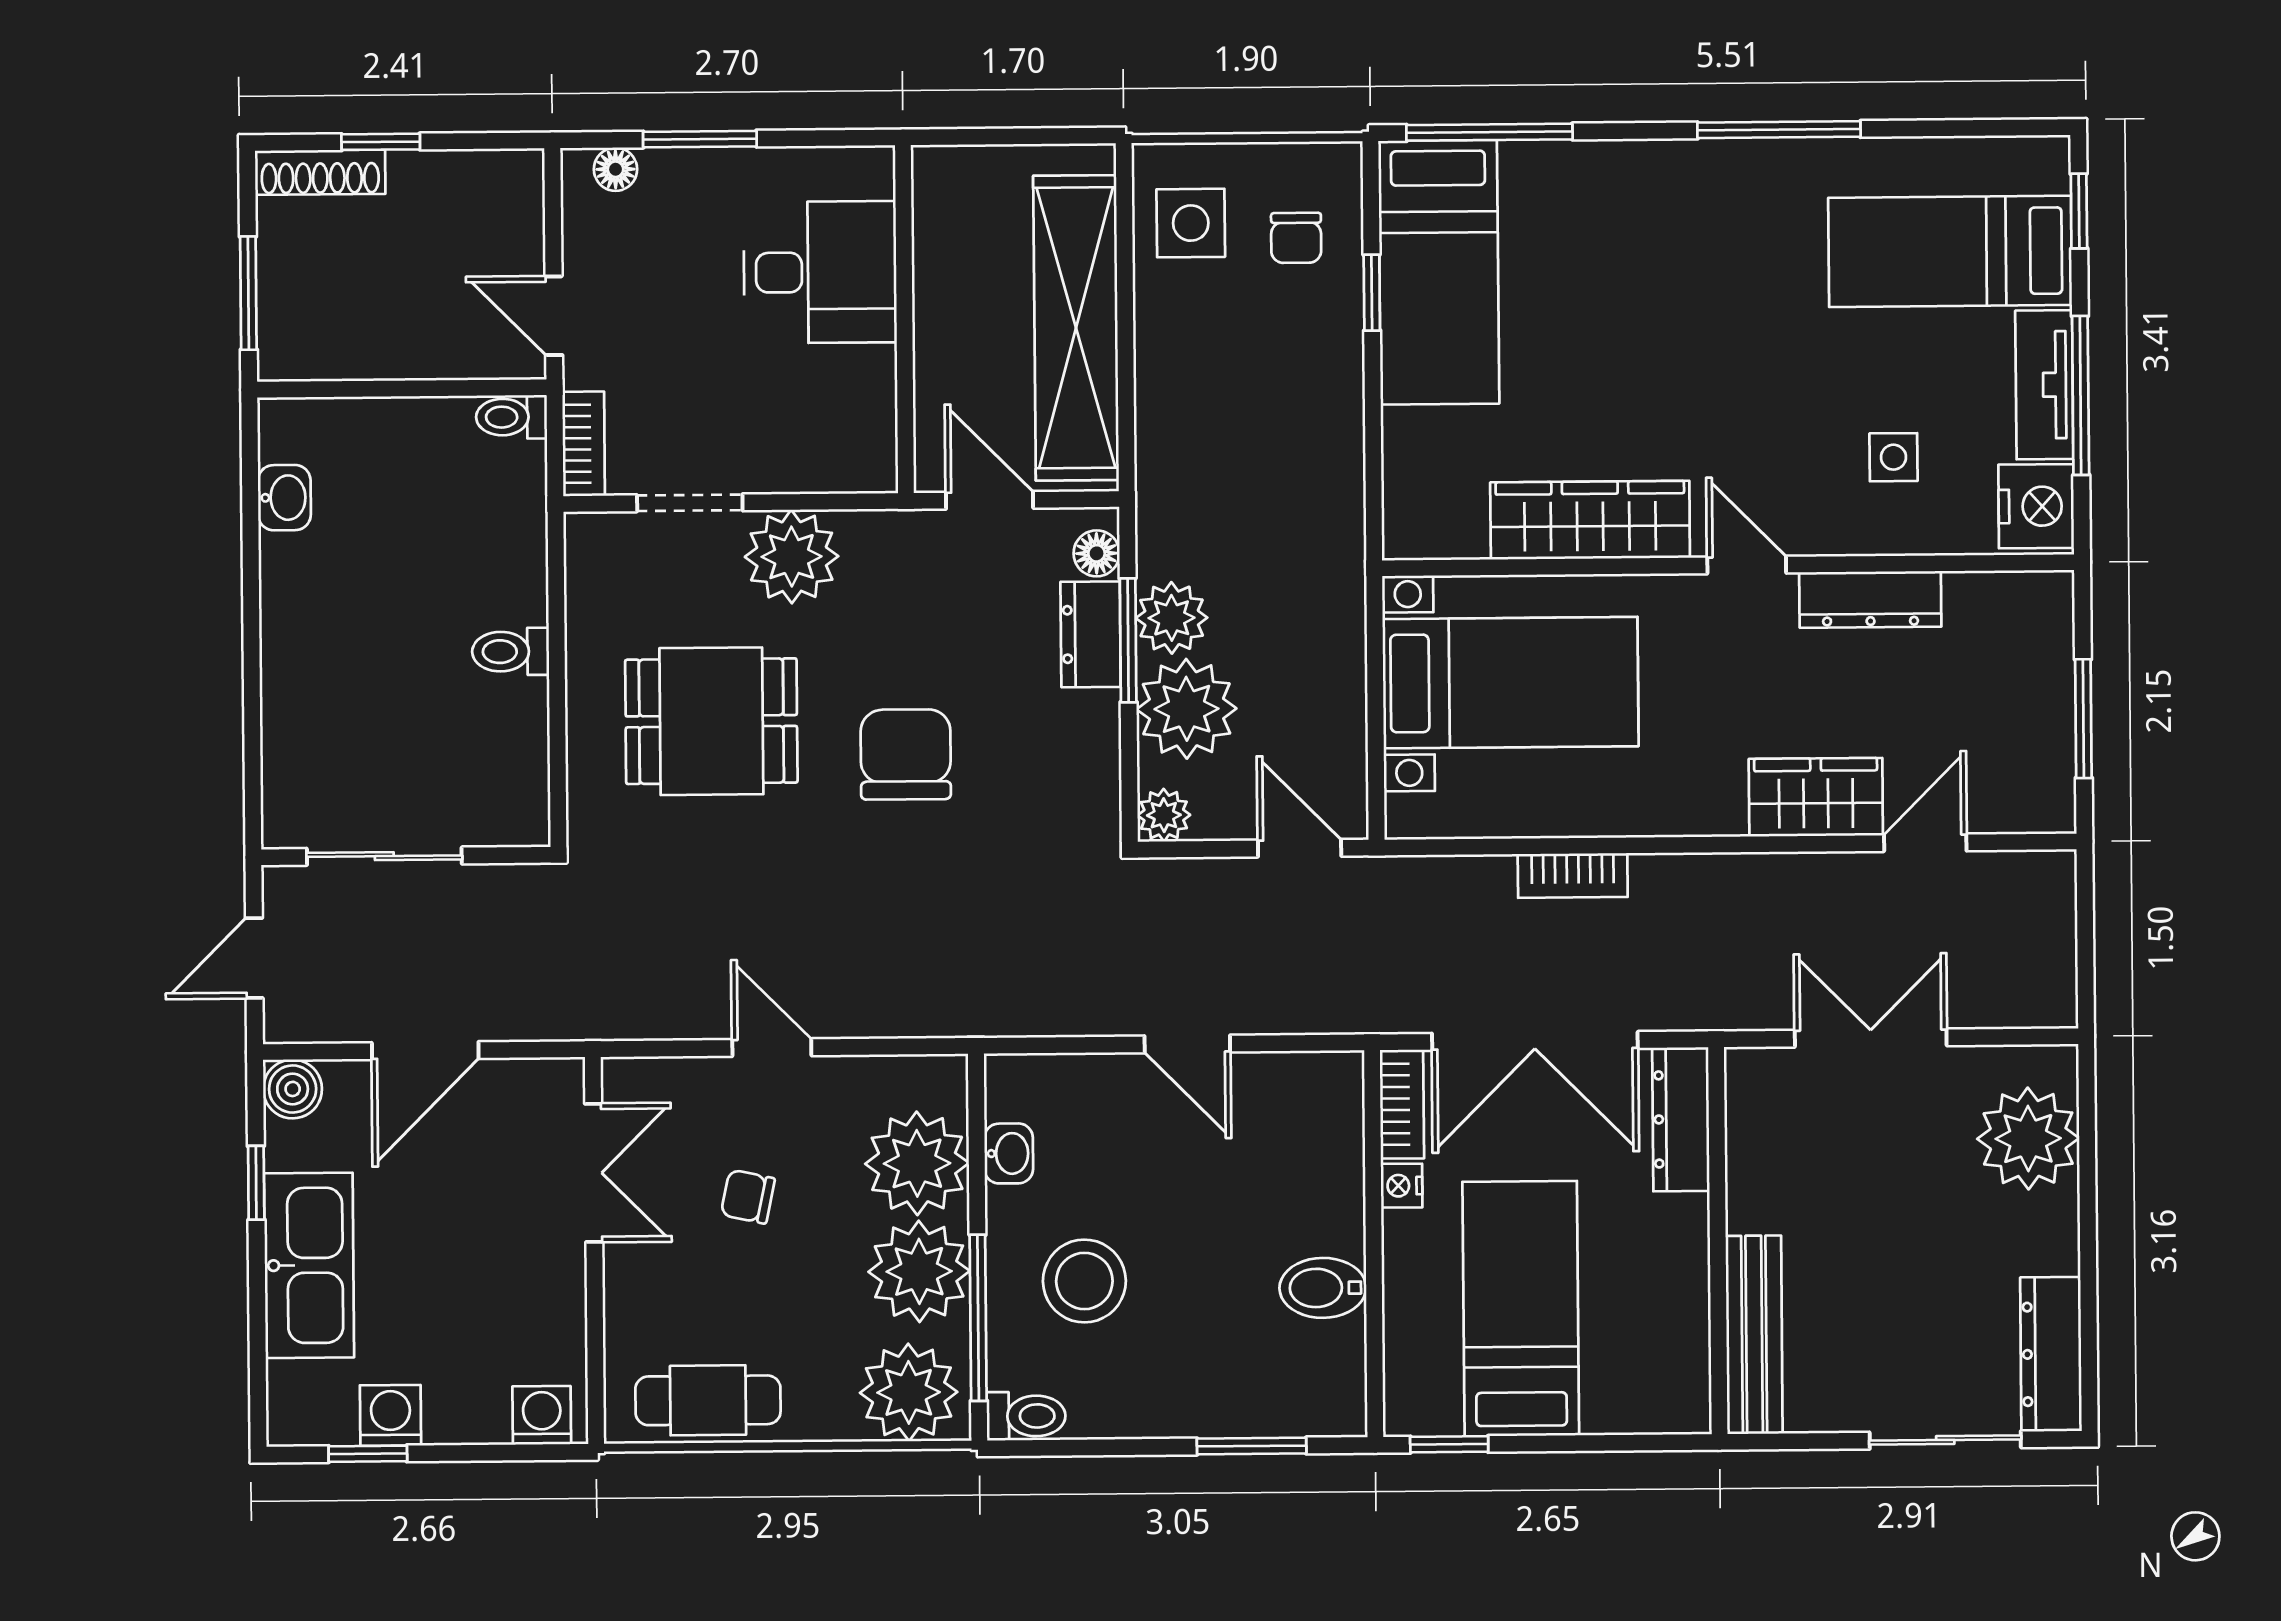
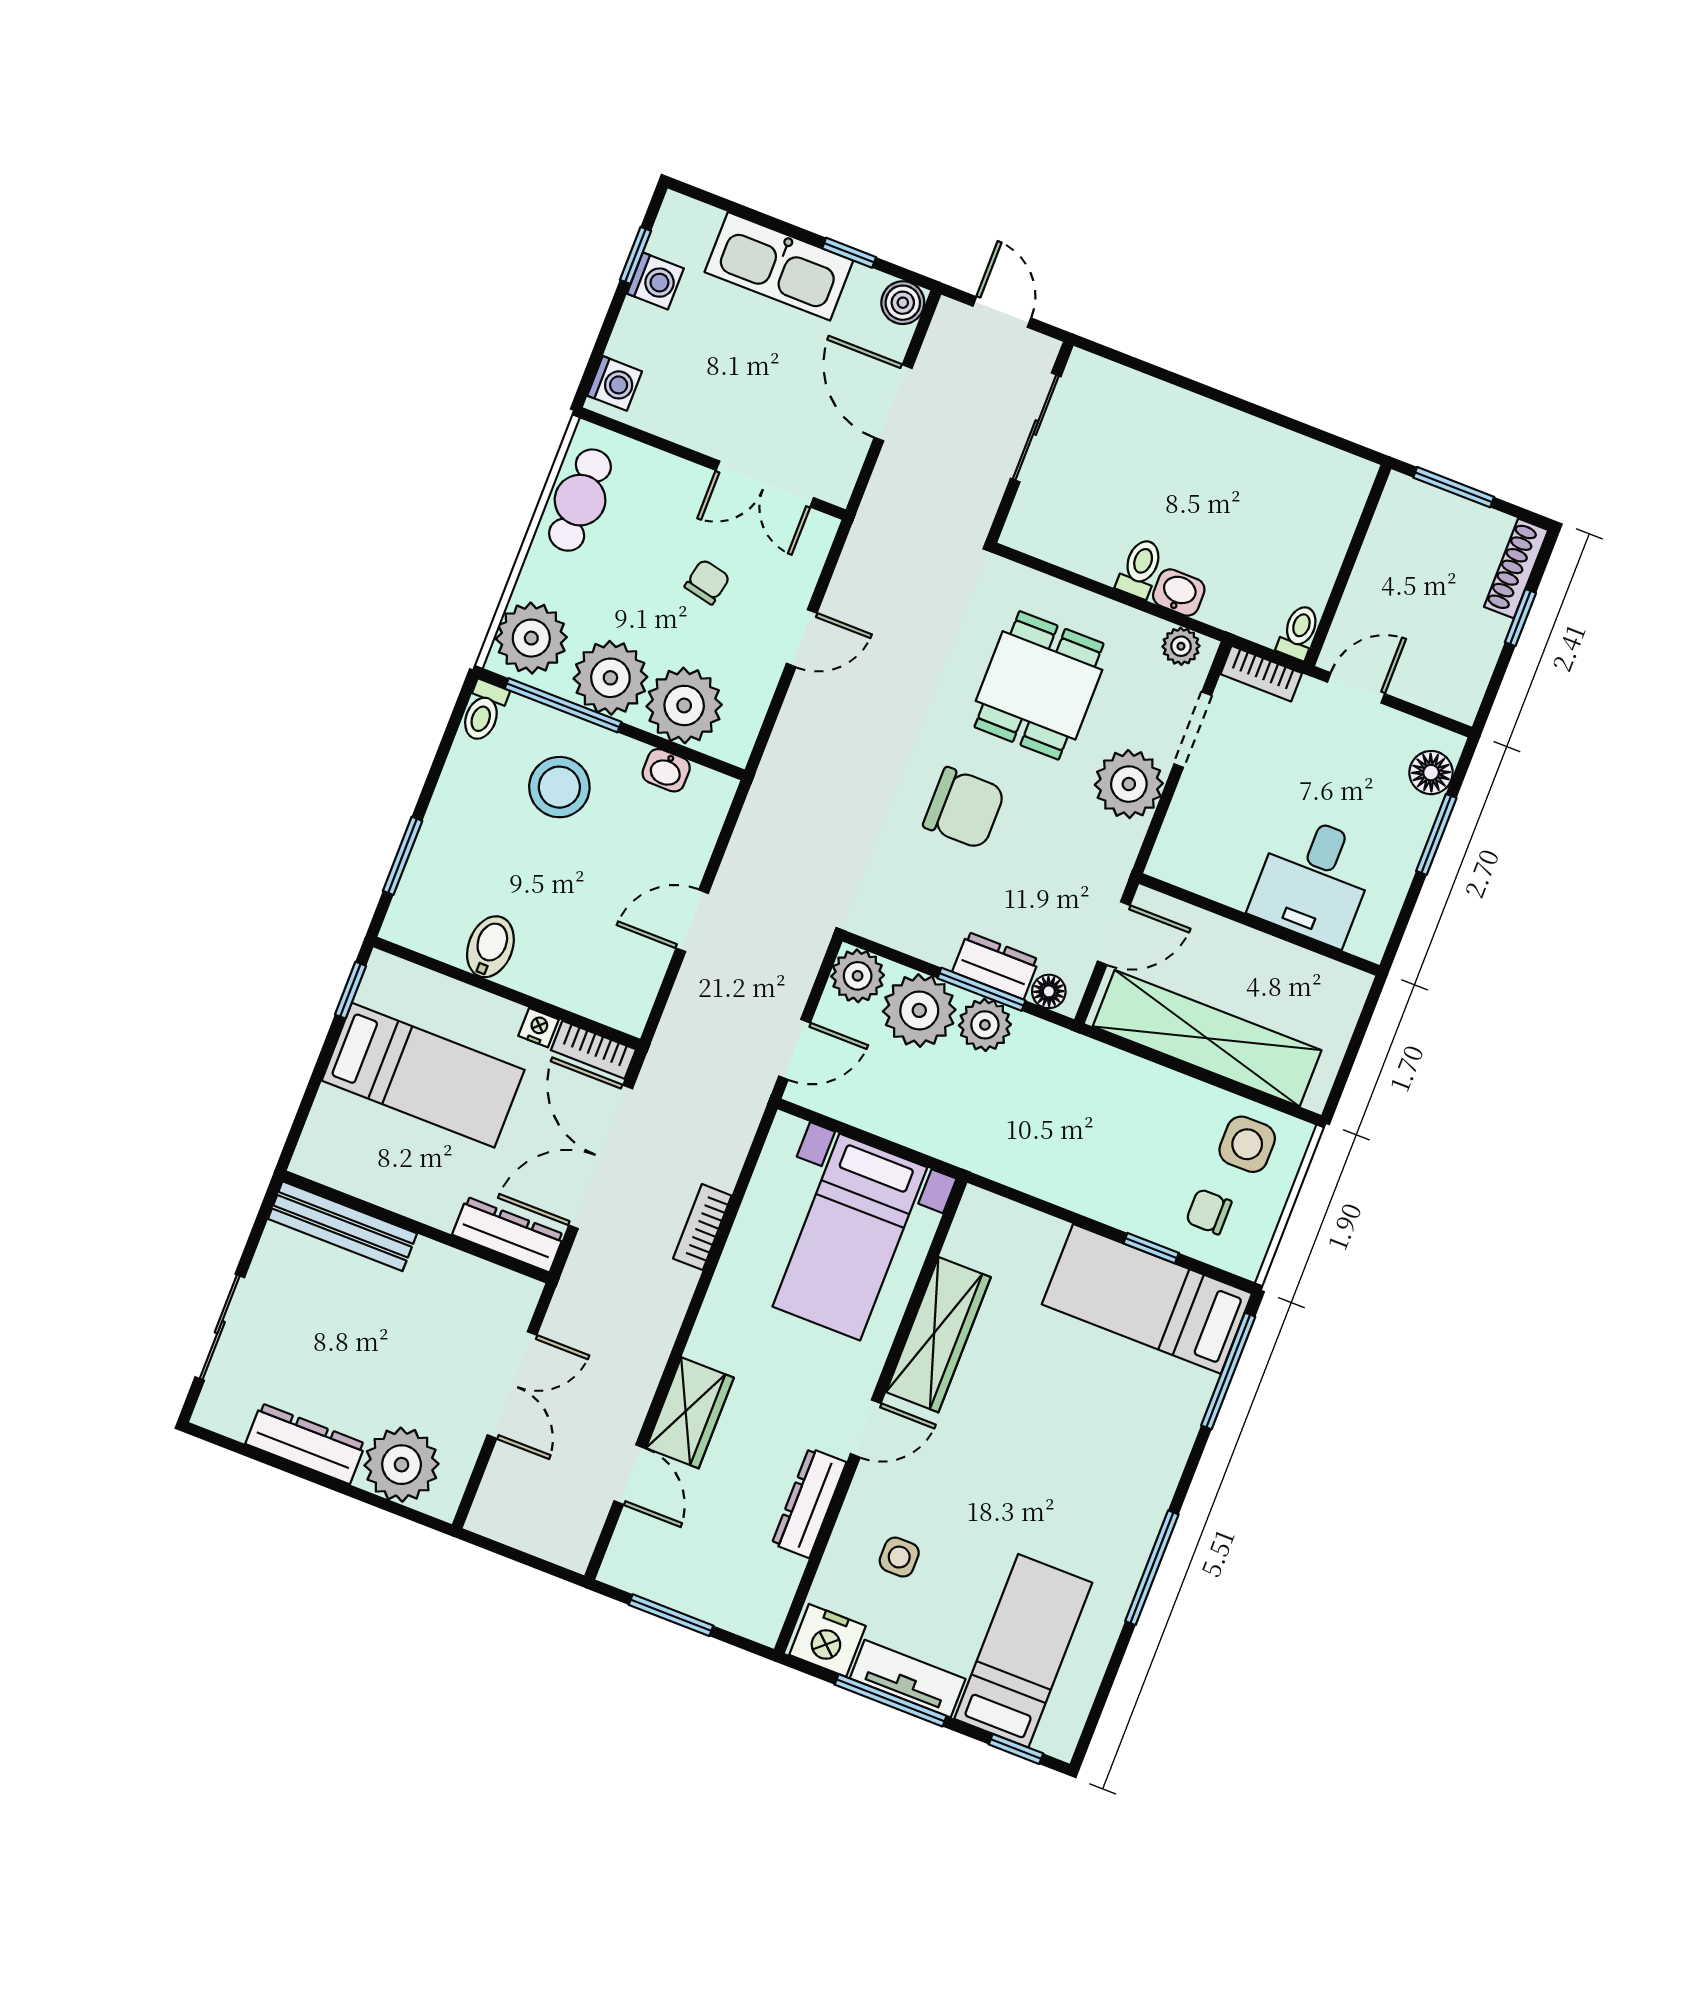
floor lamp: (616, 169) -> (1431, 773), width x1.37, depth x1.37
washbasin: (284, 498) -> (1179, 593), moved, turned 180
plant: (589, 560) -> (1181, 646), added
plant: (1164, 815) -> (858, 976), width x1.38, depth x1.38
dresser: (2051, 1354) -> (305, 1444), moved

